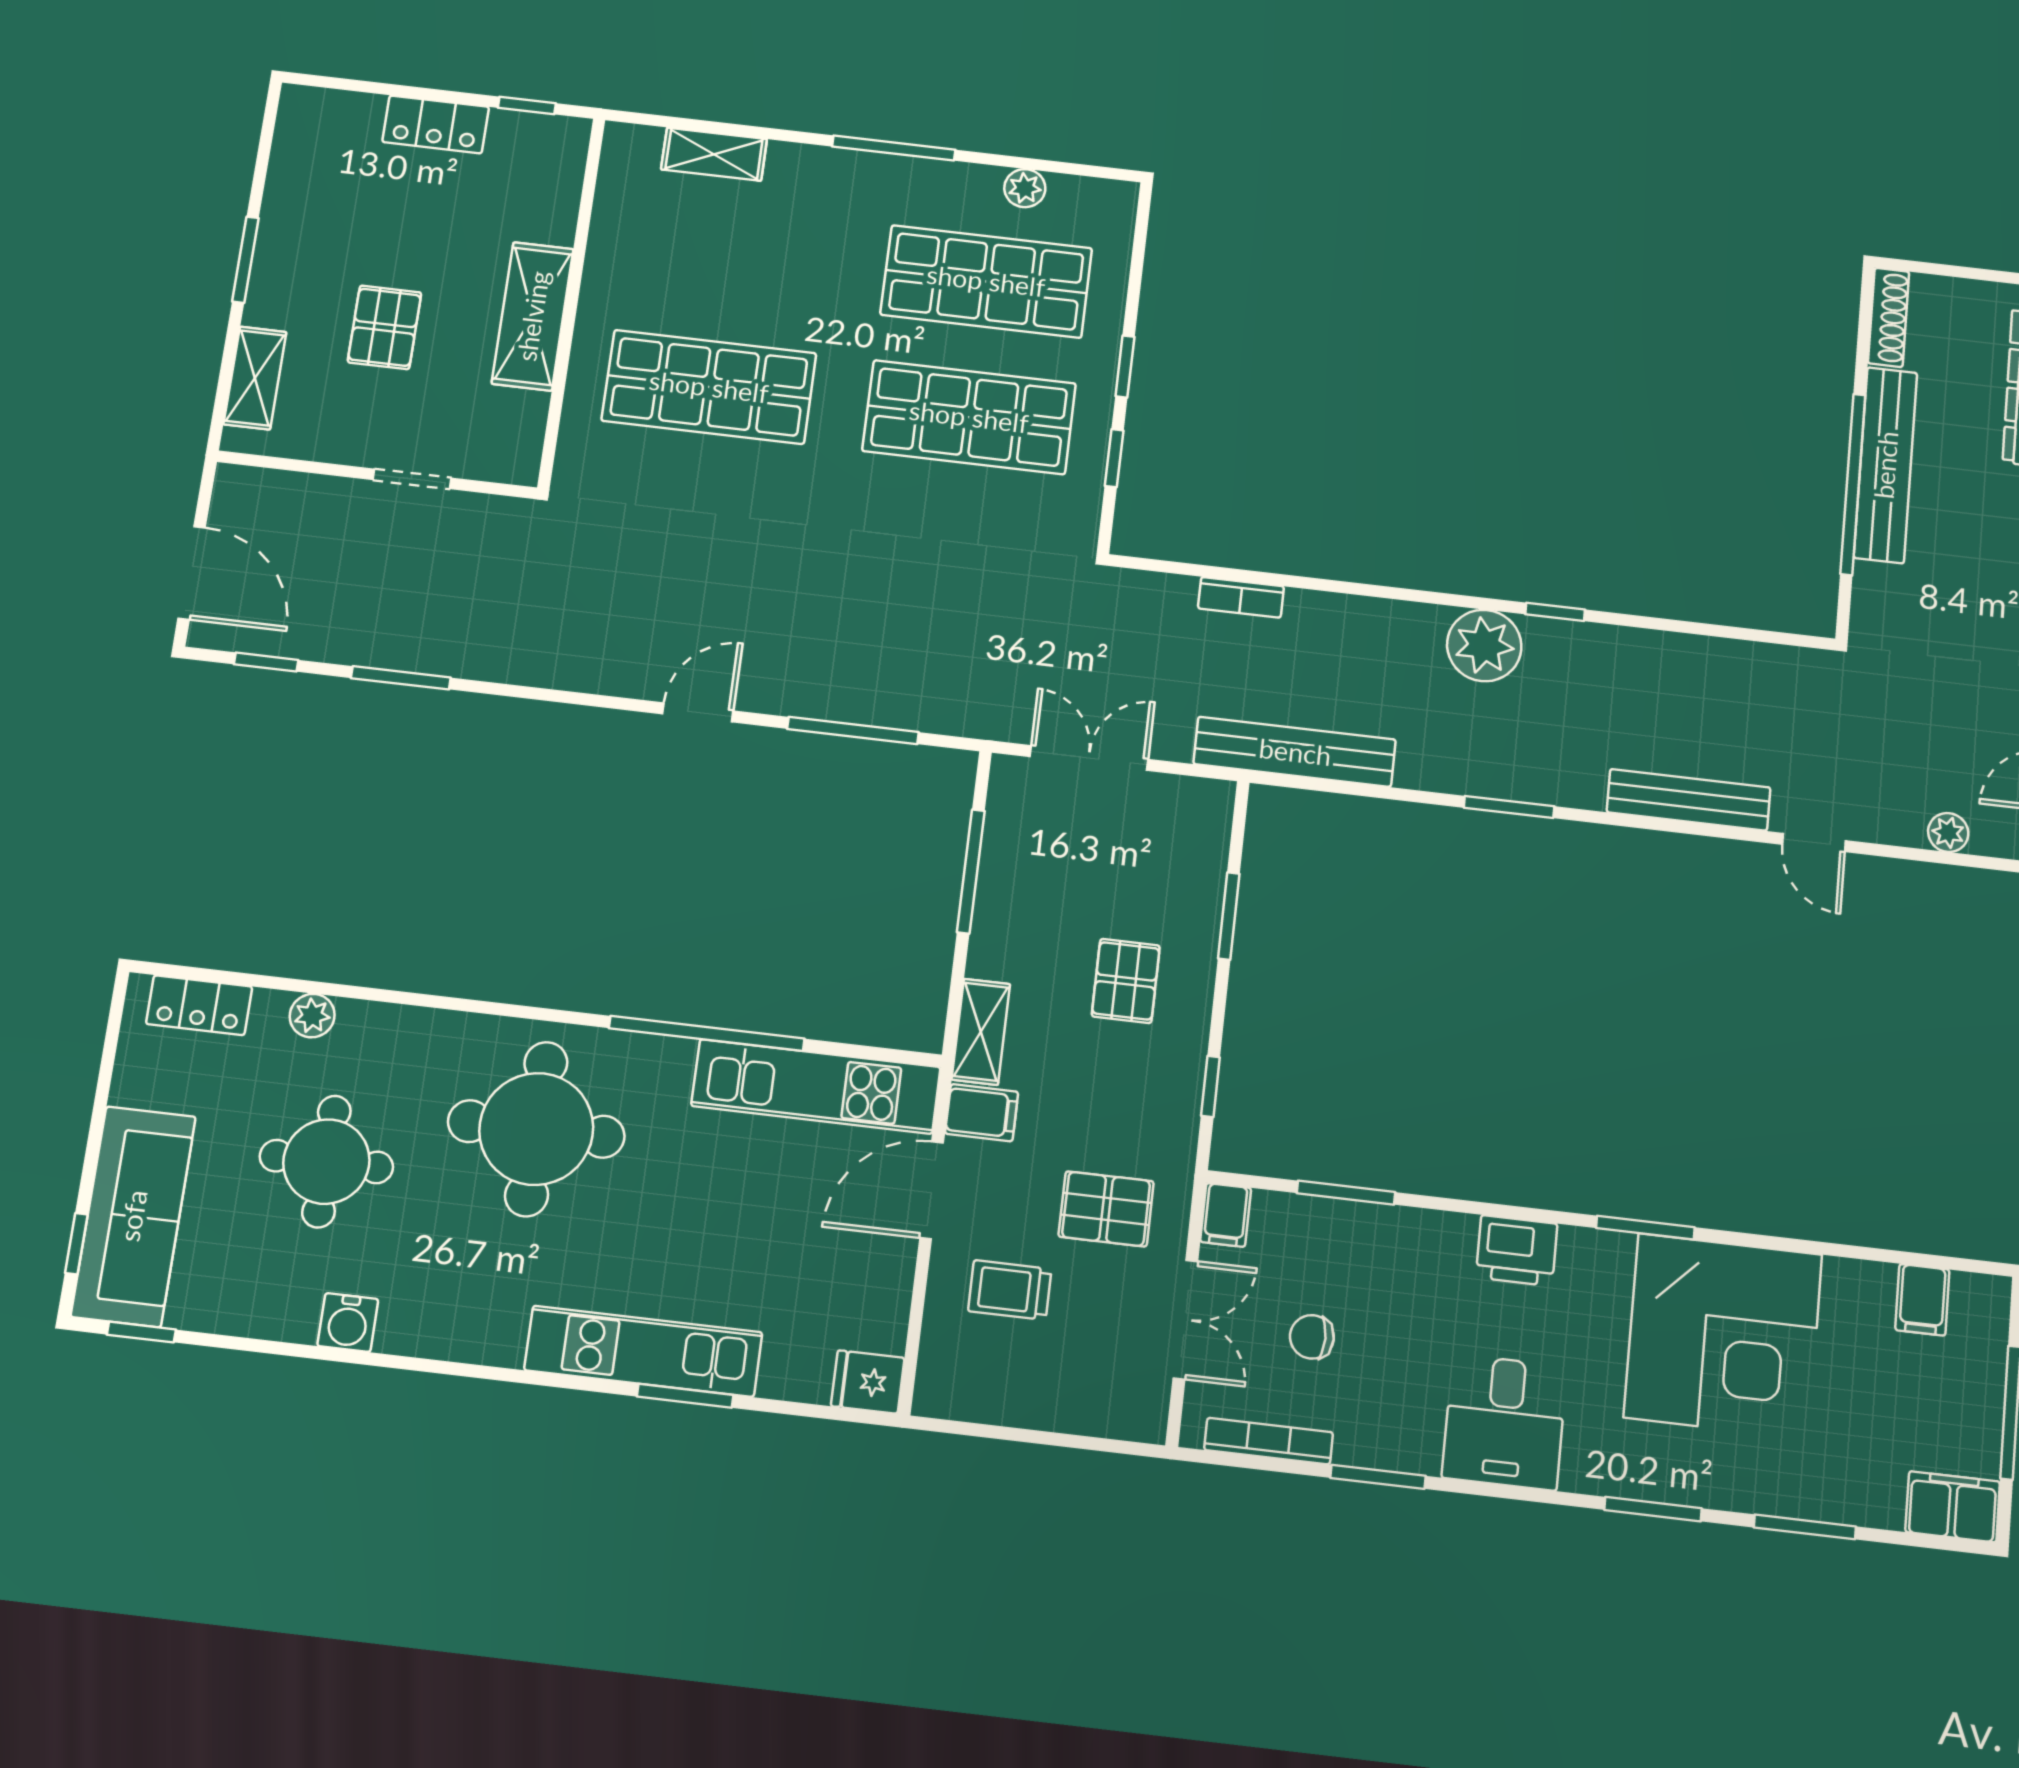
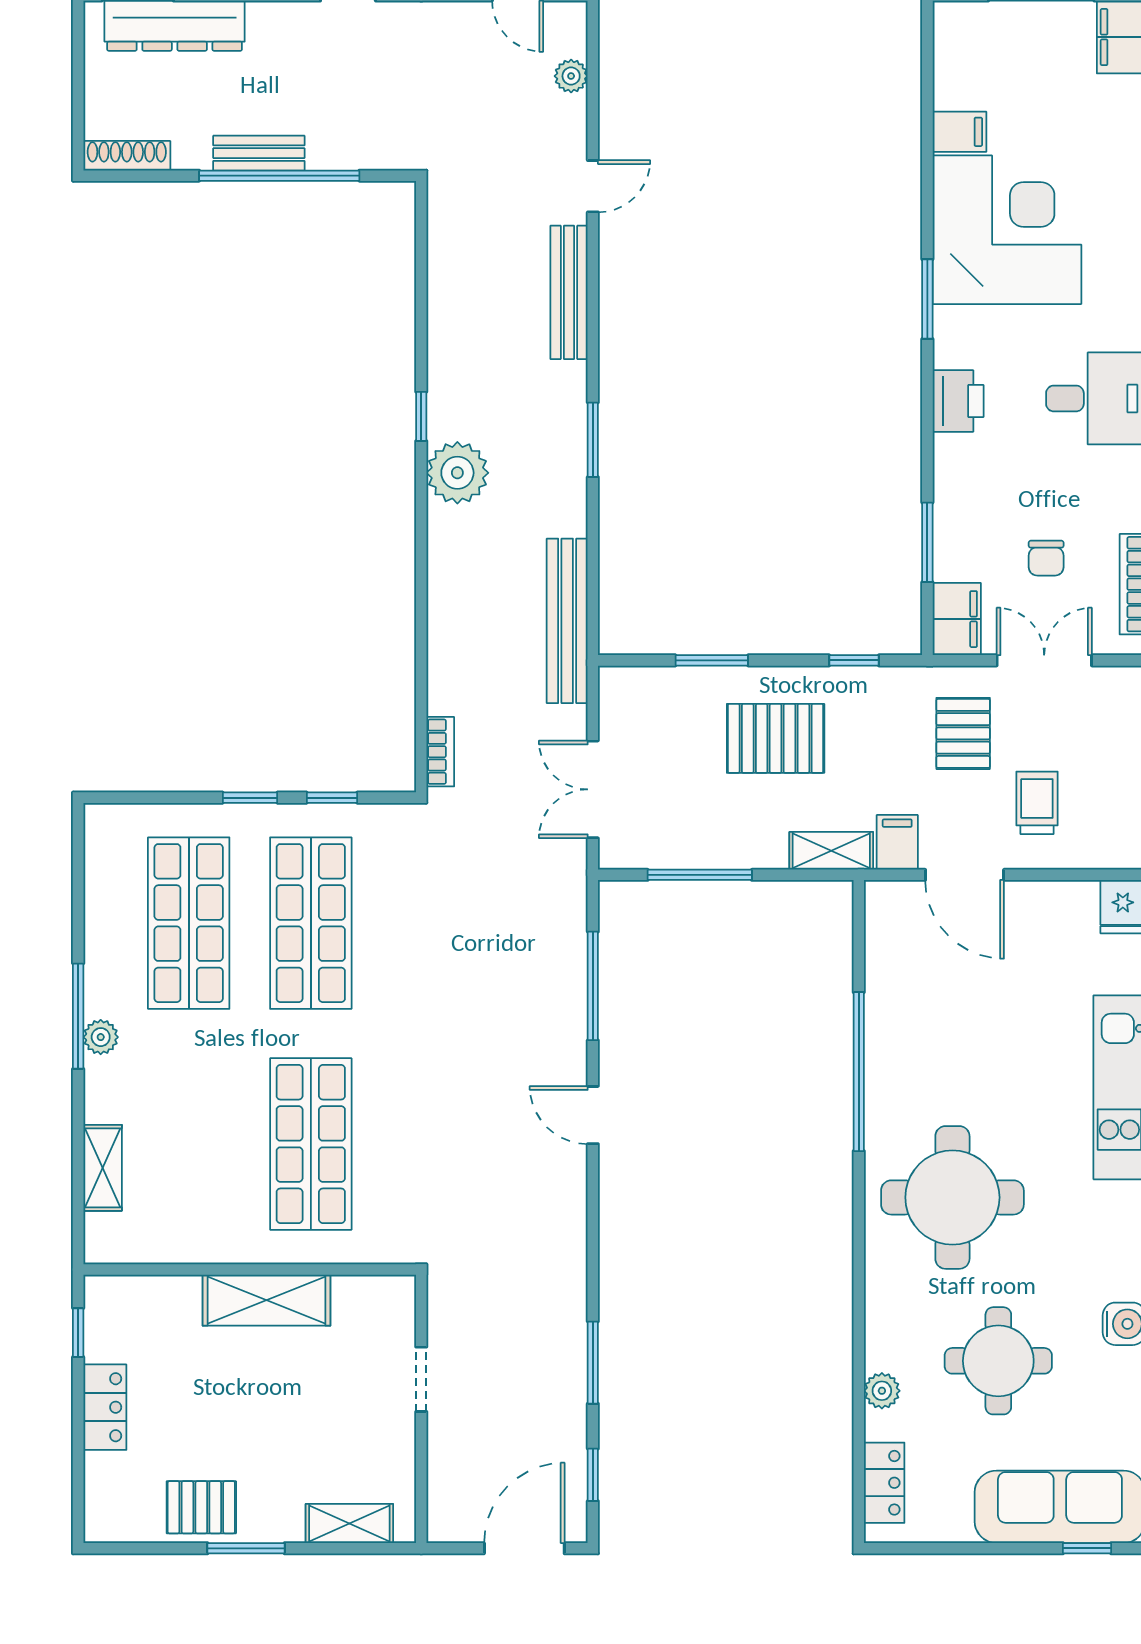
plant: (1025, 188) -> (101, 1037), moved
pallet: (384, 327) -> (201, 1507), moved
bench: (1886, 465) -> (259, 153), width x0.54, depth x0.82
bookcase: (1241, 597) -> (440, 752), moved
pallet: (1126, 981) -> (776, 738), width x1.50, depth x1.42
kitchen unit: (816, 1086) -> (892, 978), removed
filing cabinet: (1226, 1215) -> (957, 619), width x2.00
trolley: (1010, 1290) -> (1037, 803), turned 180
filing cabinet: (1922, 1300) -> (959, 132), moved

